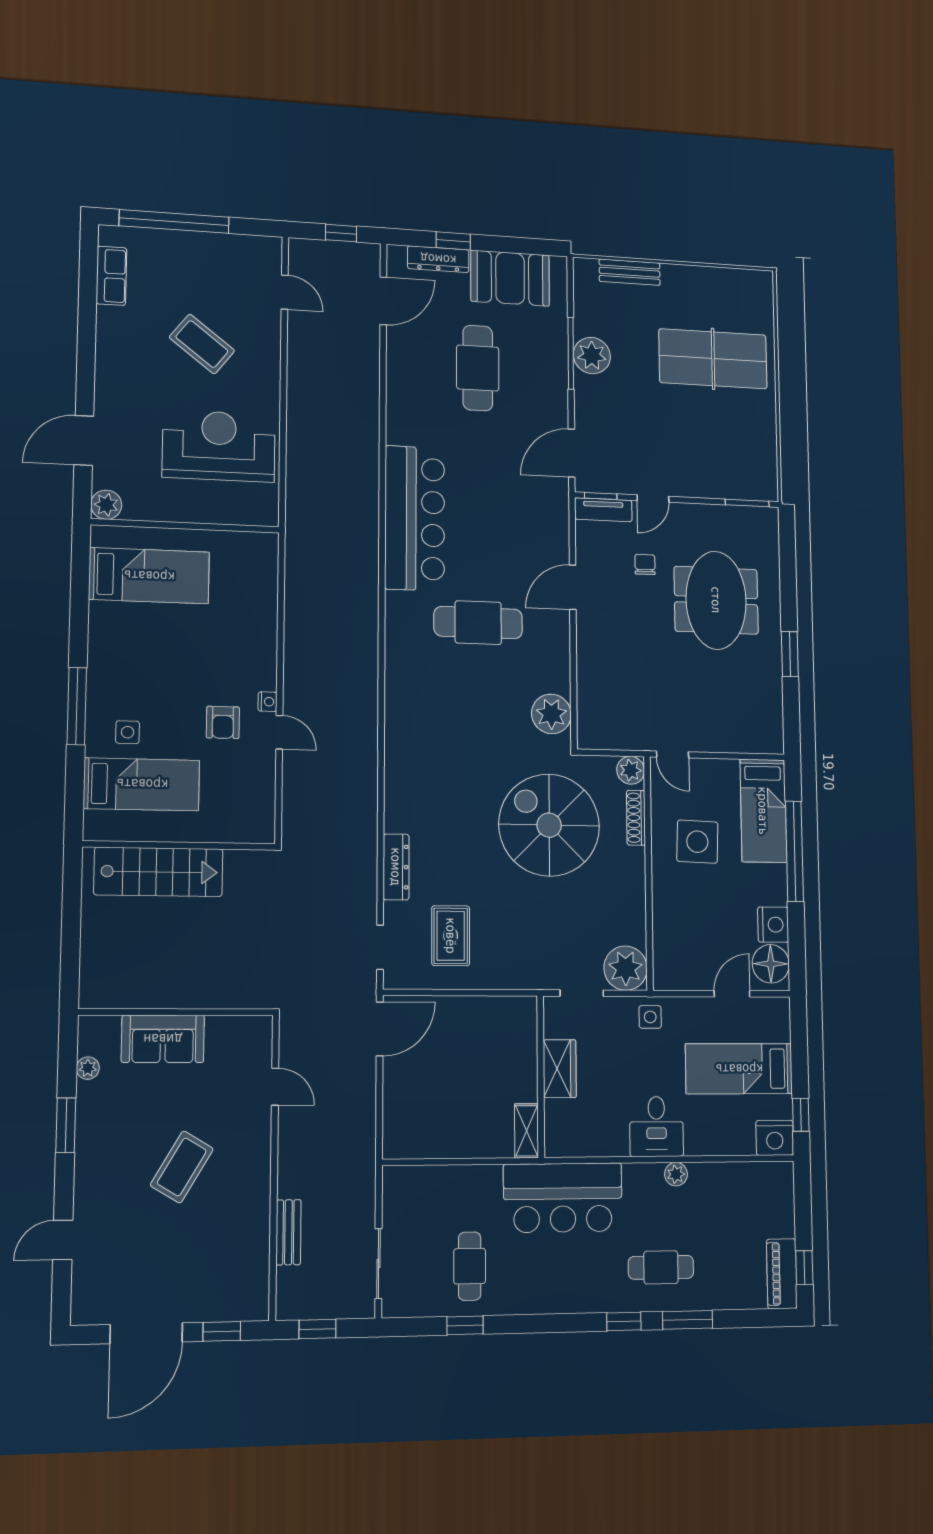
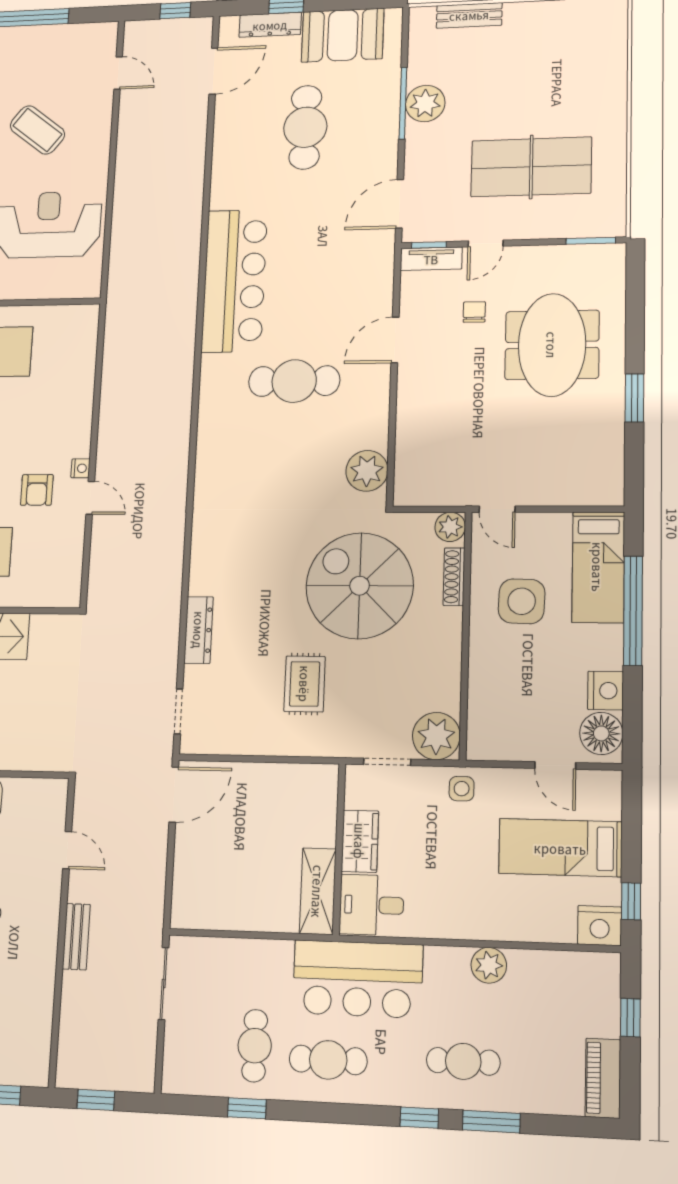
table tennis table: (713, 359) -> (531, 167), moved
rug: (451, 936) -> (305, 684), moved
door: (732, 994) -> (555, 765), swing flipped
desk: (656, 1127) -> (372, 905), moved, turned 90
shelving: (526, 1131) -> (318, 891), width x1.50, depth x1.33
plant: (676, 1174) -> (489, 965), width x1.38, depth x1.38
bench: (288, 1232) -> (76, 937), moved
sliding door: (378, 1264) -> (164, 984), moved
window: (804, 1268) -> (630, 1018), moved
cafe table: (539, 1275) -> (328, 1060), added

